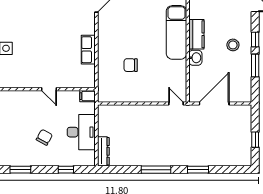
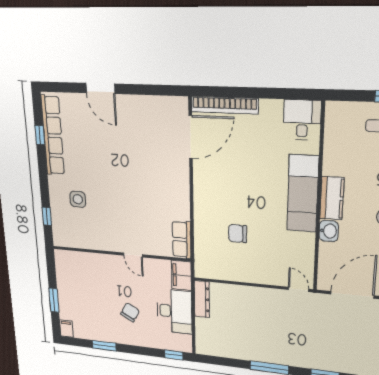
row of seats: (88, 50) -> (182, 240), moved
filing cabinet: (87, 96) -> (181, 275), width x2.00
dresser: (103, 151) -> (202, 299), moved
window: (66, 170) -> (174, 355), moved

